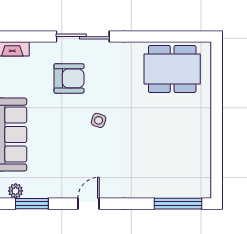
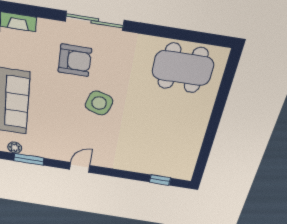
side table: (99, 120) -> (99, 103), width x1.87, depth x1.87
window: (178, 204) -> (160, 180), width x0.46

